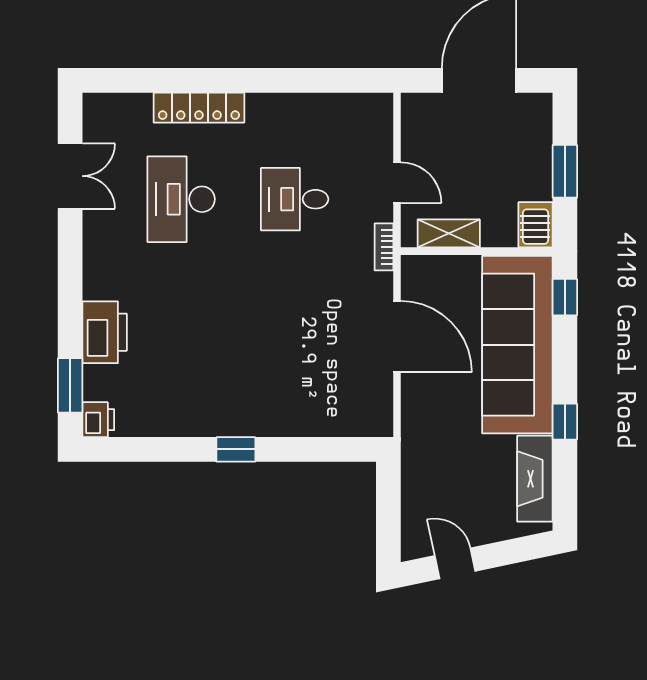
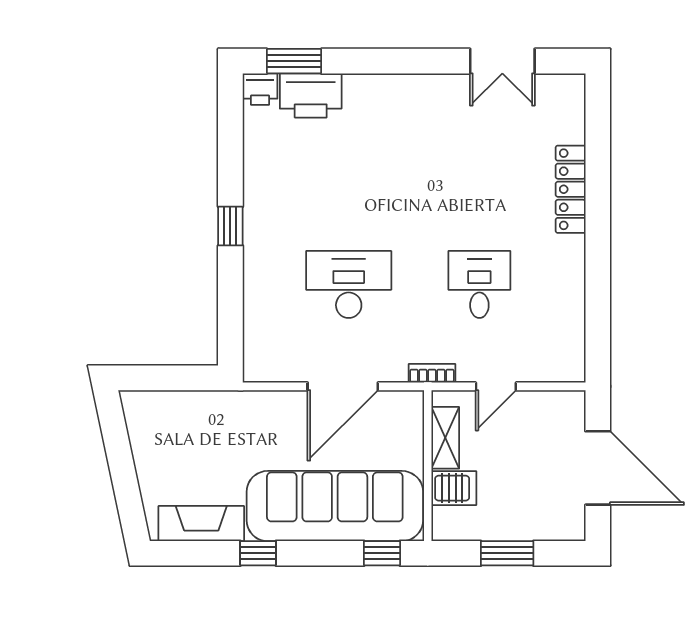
desk: (181, 199) -> (349, 284), moved
server rack: (535, 225) -> (454, 488), moved
printer: (105, 332) -> (311, 95), moved
door: (455, 563) -> (117, 444), removed

